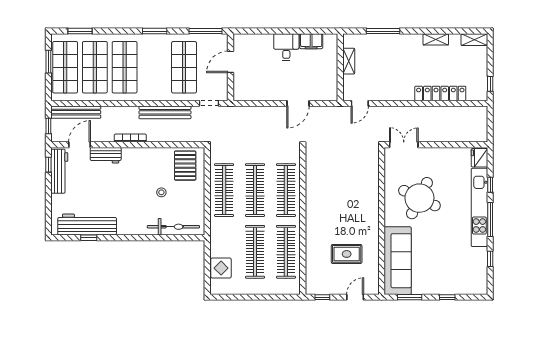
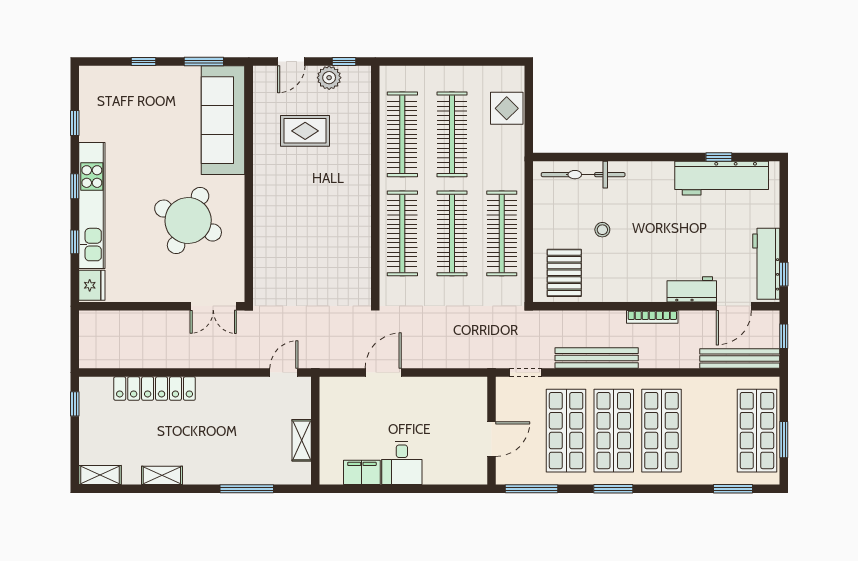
shop shelf: (95, 67) -> (614, 431), moved
window: (490, 219) -> (75, 186), width x0.46
plant: (332, 287) -> (329, 78), added

